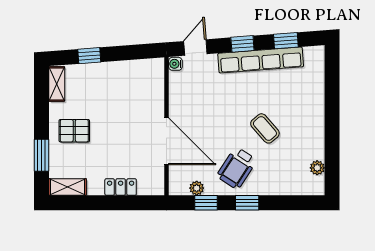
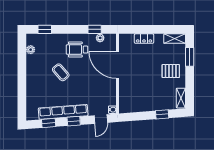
wheelchair: (237, 168) -> (77, 49), turned -123
window: (247, 203) -> (45, 29), moved

